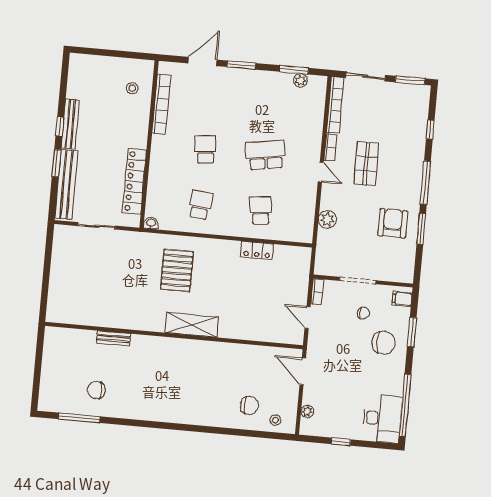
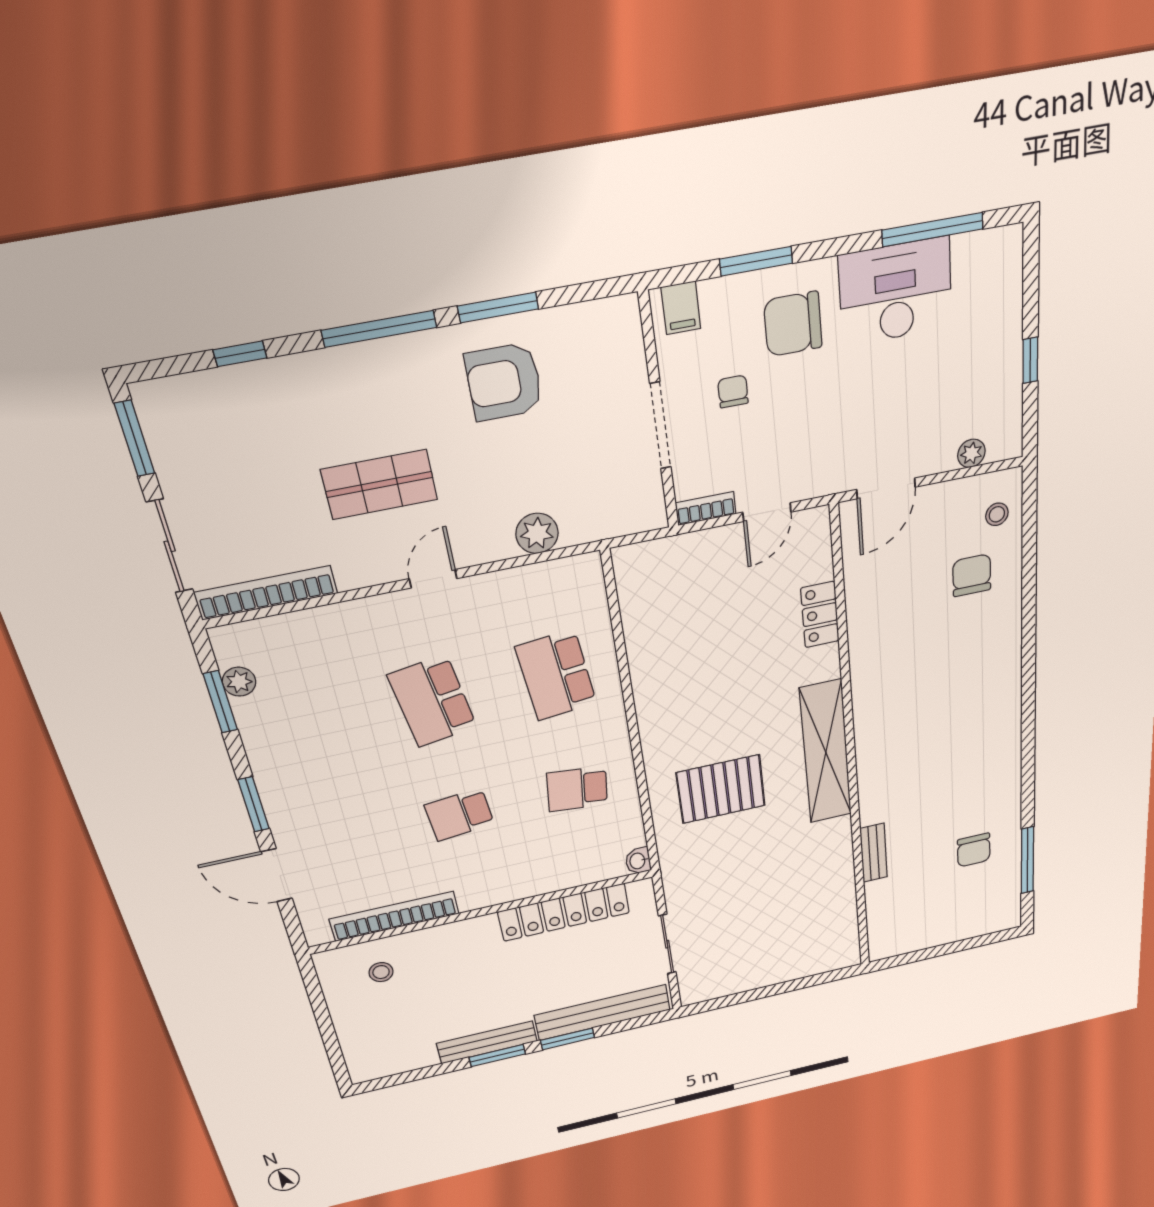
window: (60, 126) -> (497, 1056), width x1.50
bookcase: (330, 147) -> (369, 575), removed
school desk: (261, 210) -> (556, 675), width x1.85
locker: (257, 250) -> (820, 615), moved, turned 180
shelving: (192, 325) -> (826, 752), width x1.47
chair: (384, 343) -> (793, 324), turned -90
window: (405, 405) -> (933, 230), width x0.68
desk: (382, 418) -> (896, 292), moved

